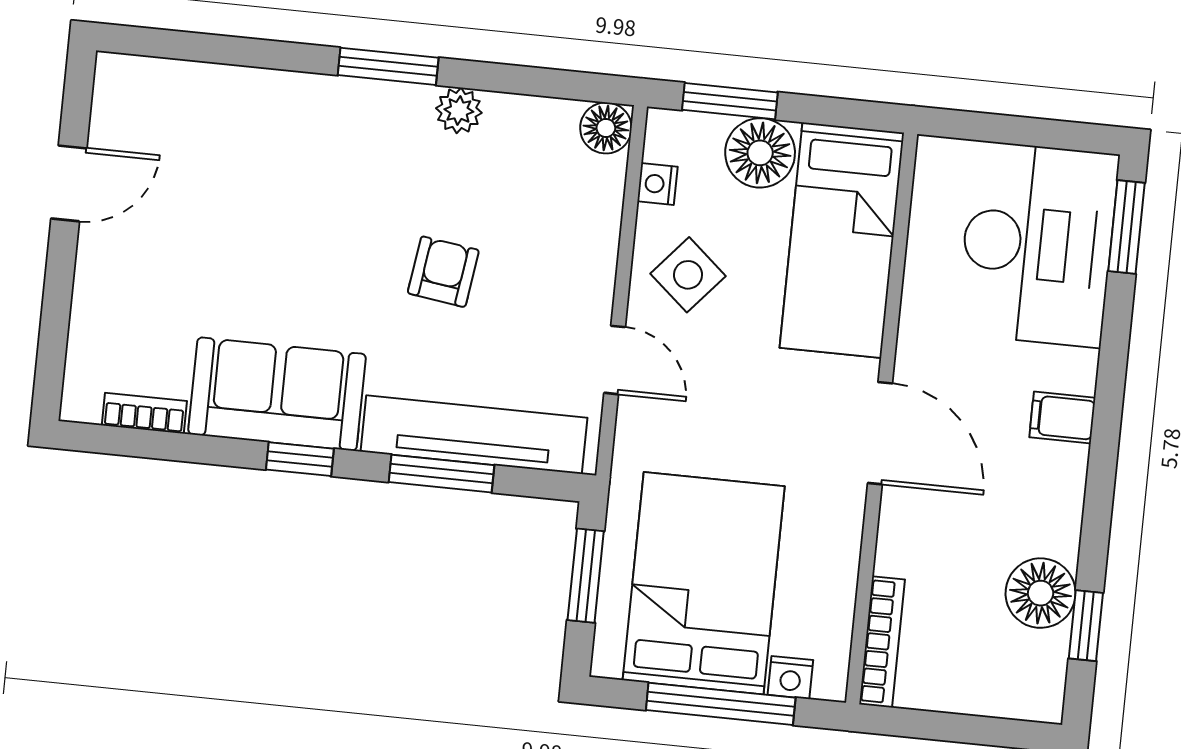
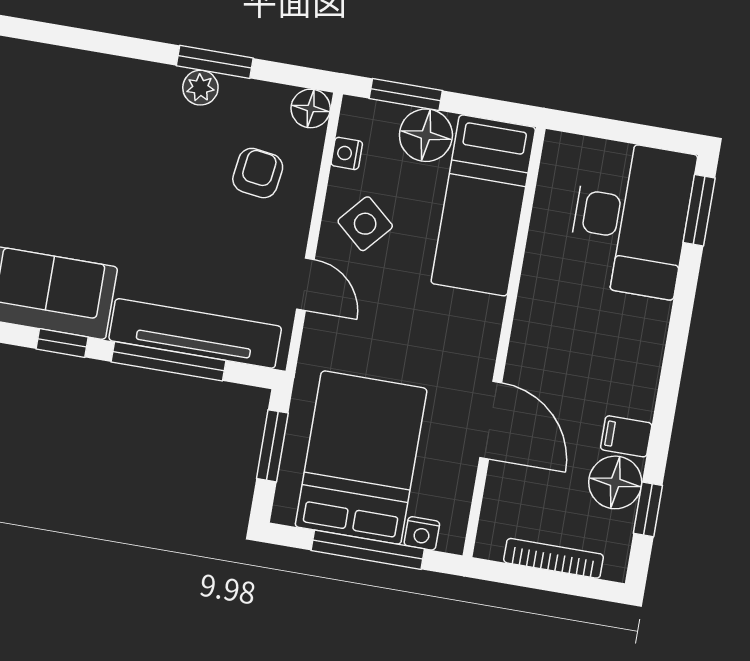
window: (388, 66) -> (215, 62), moved
armchair: (443, 272) -> (258, 173), moved
filing cabinet: (1062, 417) -> (626, 436), moved
door: (880, 433) -> (491, 420), moved
window: (441, 474) -> (169, 361), width x1.44
bookcase: (882, 642) -> (553, 558), moved, turned -90

